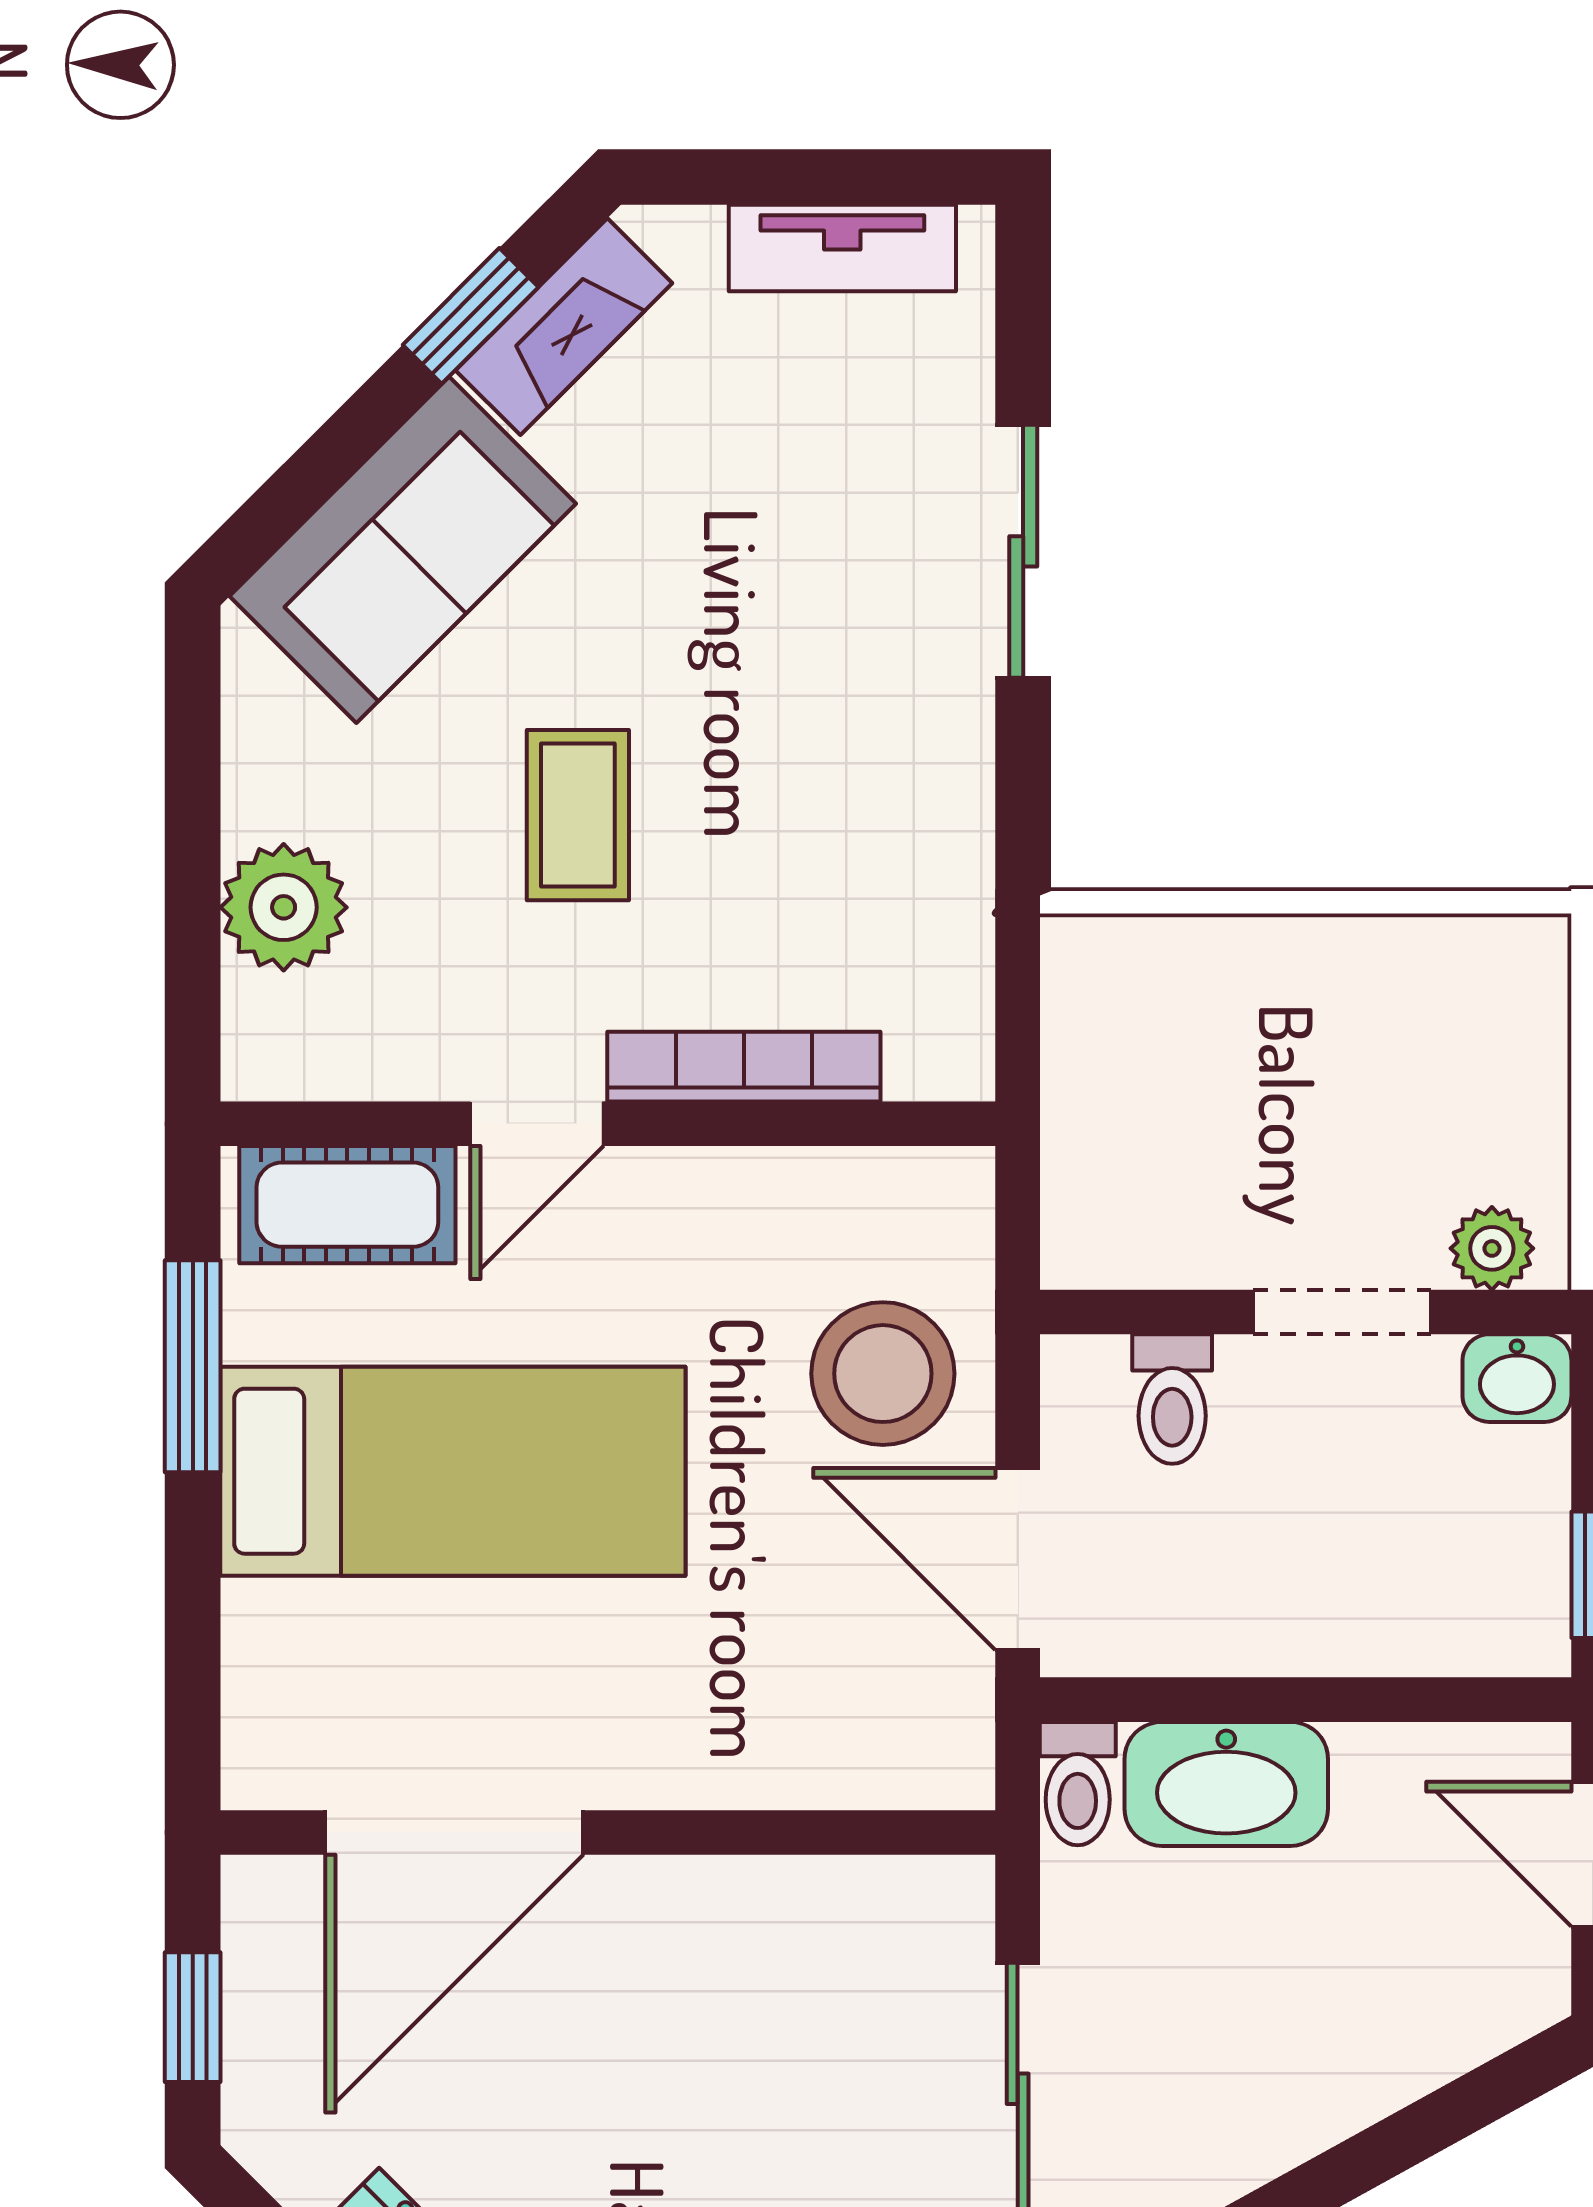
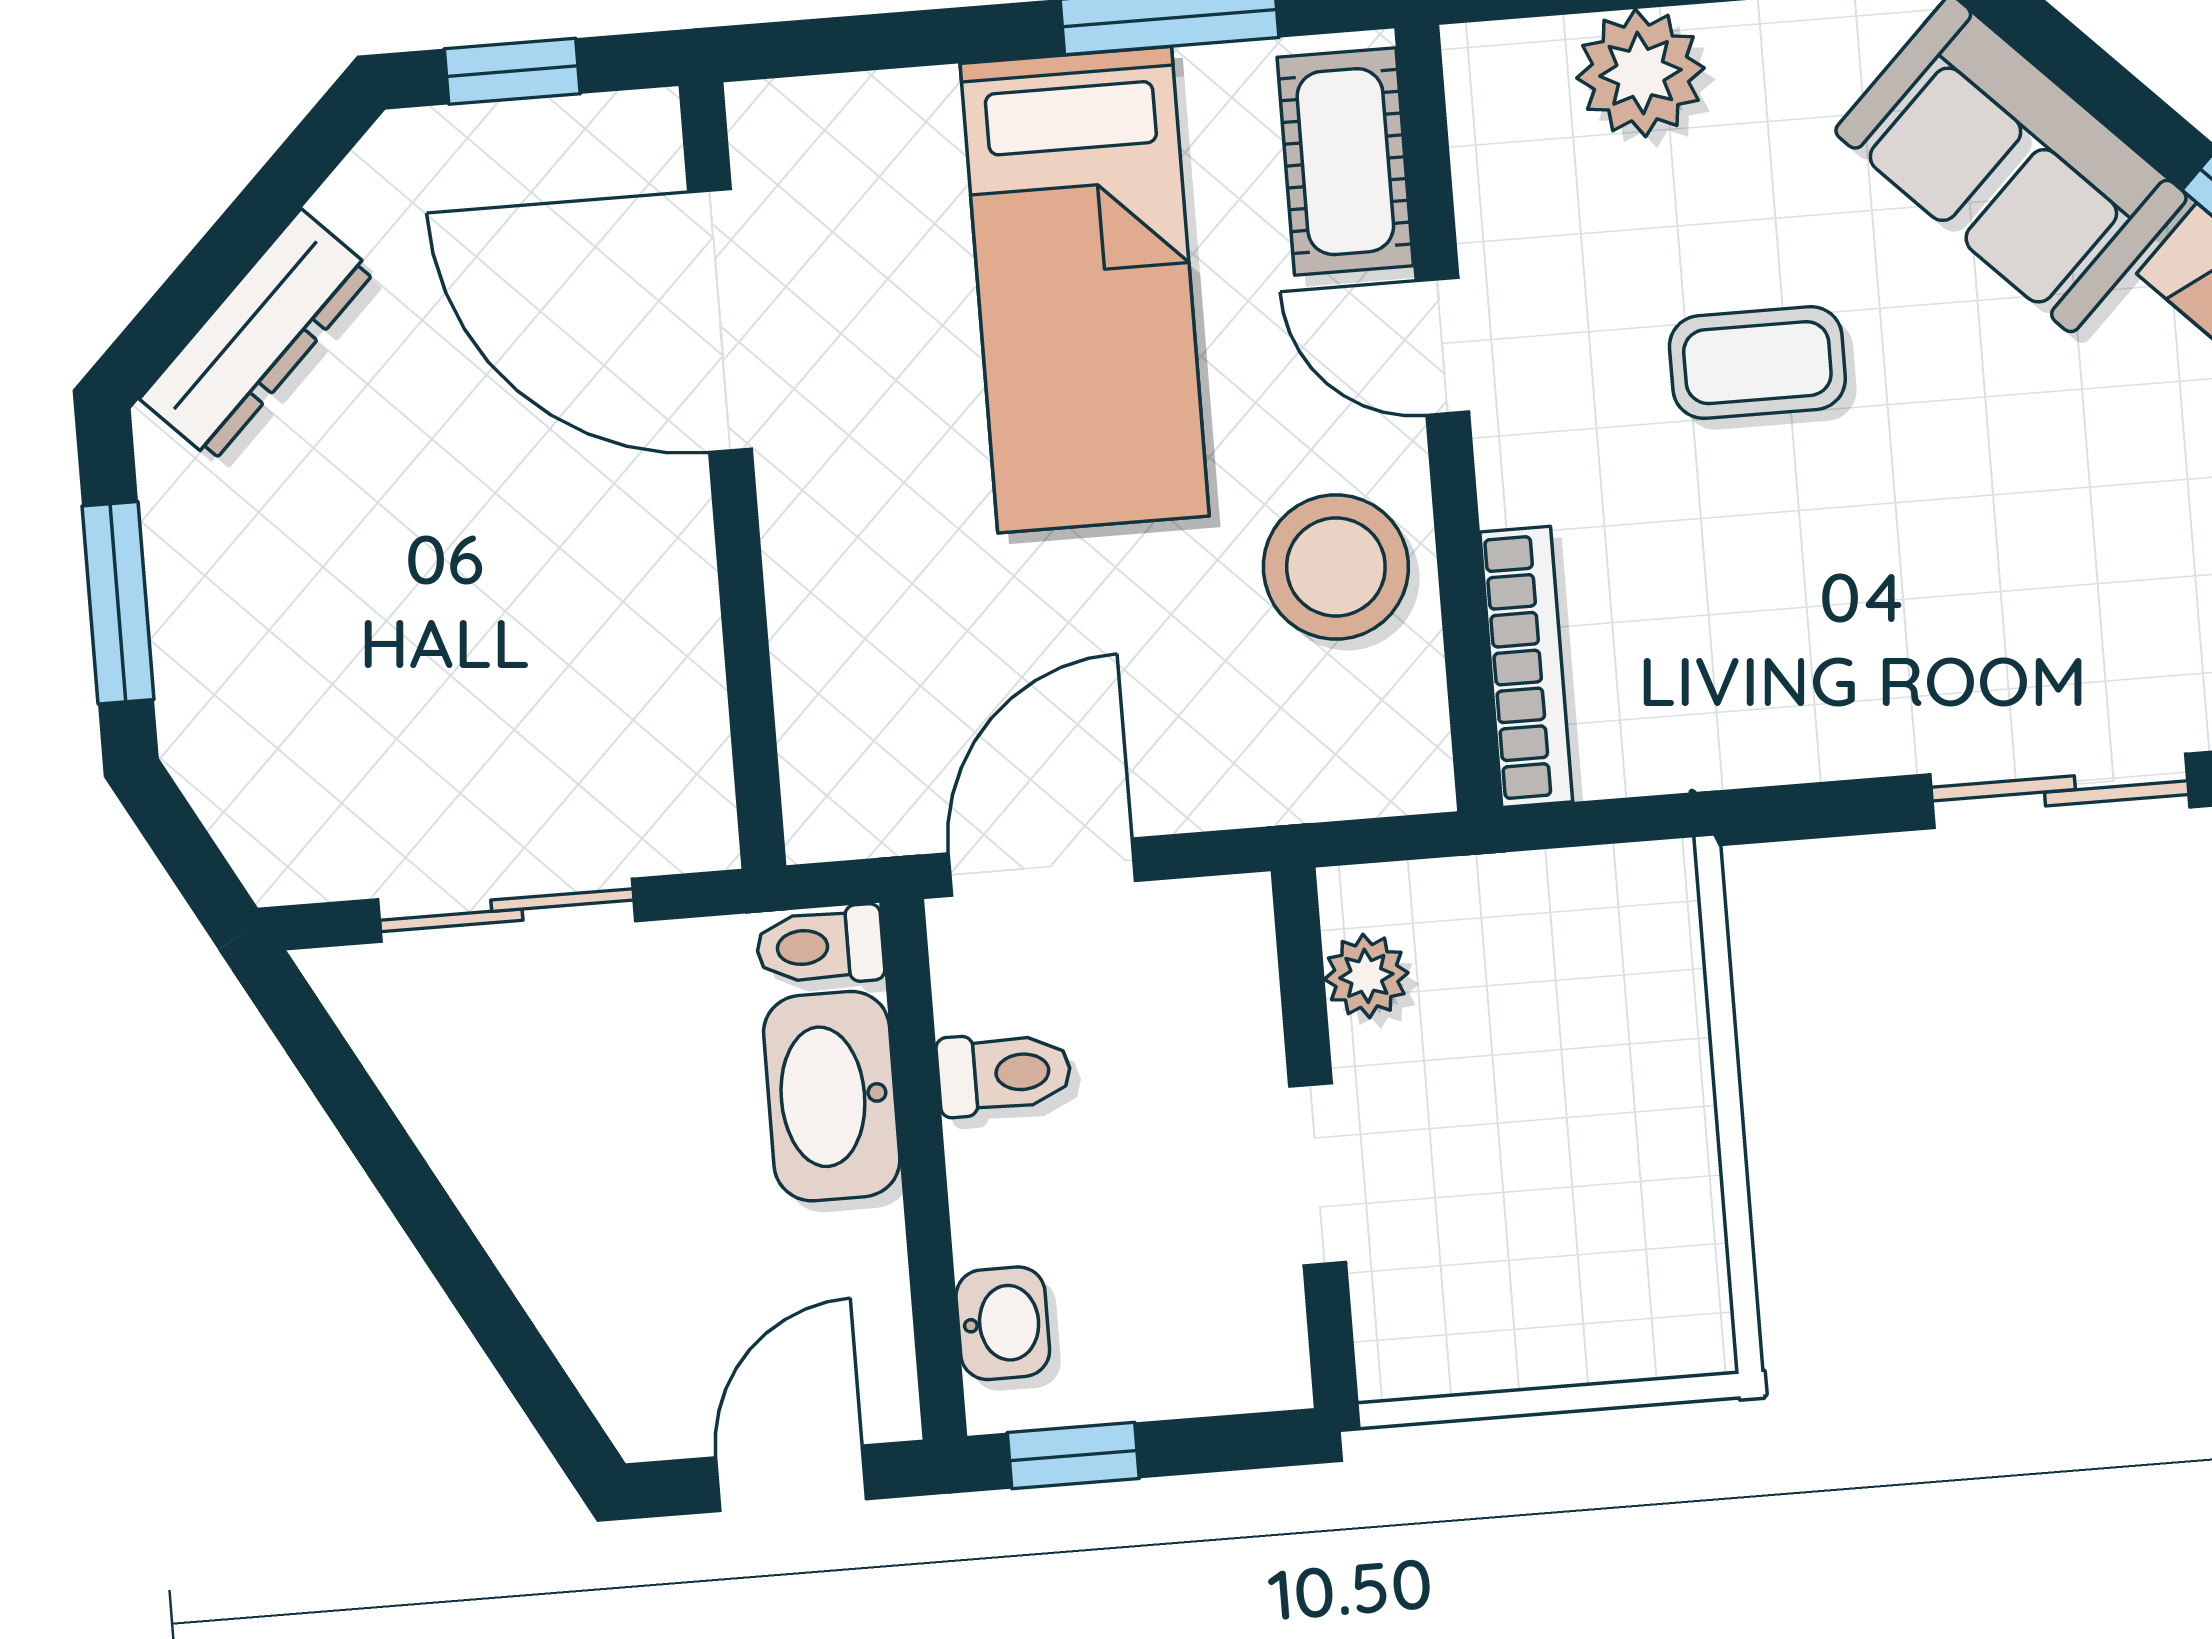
bookcase: (744, 1067) -> (1526, 667), moved
plant: (1492, 1248) -> (1366, 976), moved
stool: (883, 1374) -> (1336, 567), moved
washbasin: (1517, 1378) -> (1003, 1323), moved, turned 180
toilet: (1172, 1399) -> (1004, 1073), moved, turned 180

